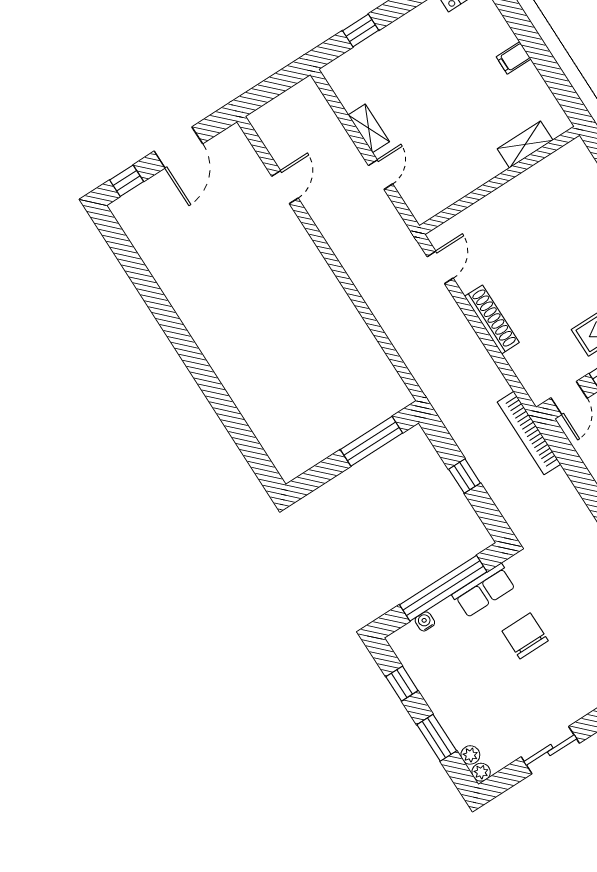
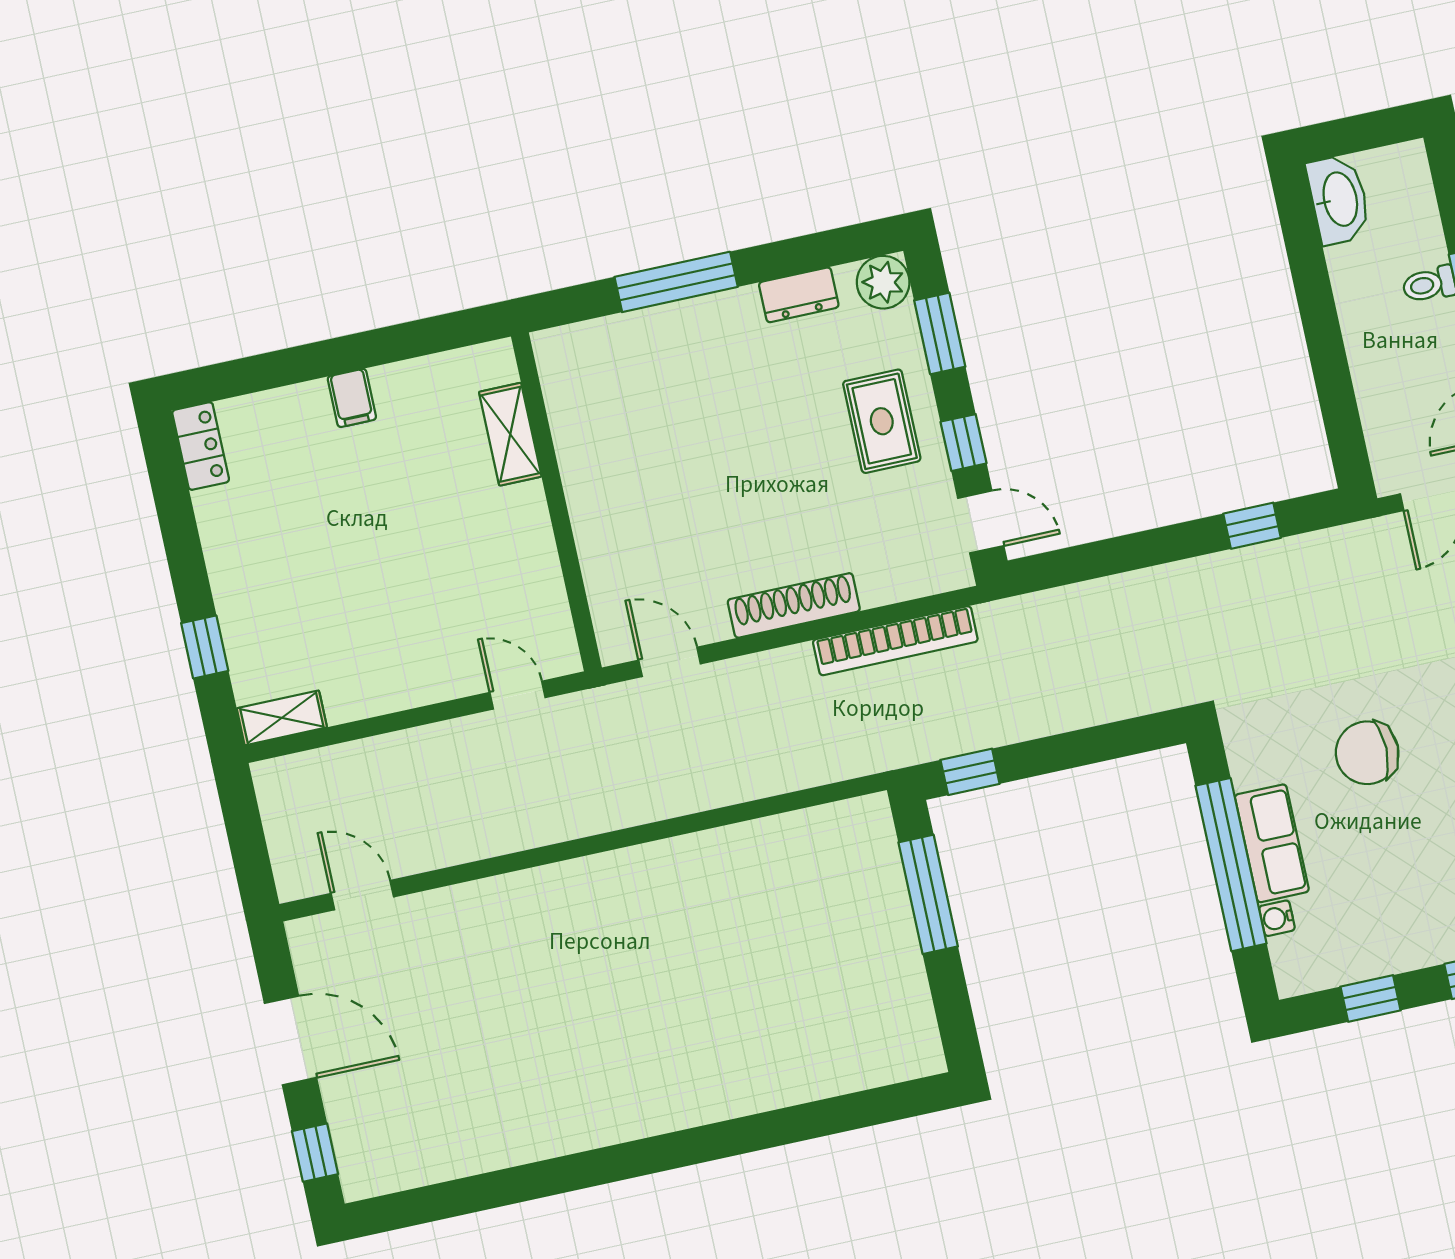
shelving: (369, 128) -> (282, 718), moved
door: (381, 175) -> (518, 695), moved
door: (285, 187) -> (362, 895), moved
bookcase: (529, 433) -> (895, 641), moved
window: (465, 476) -> (970, 772), moved
row of seats: (484, 591) -> (1272, 843), moved

